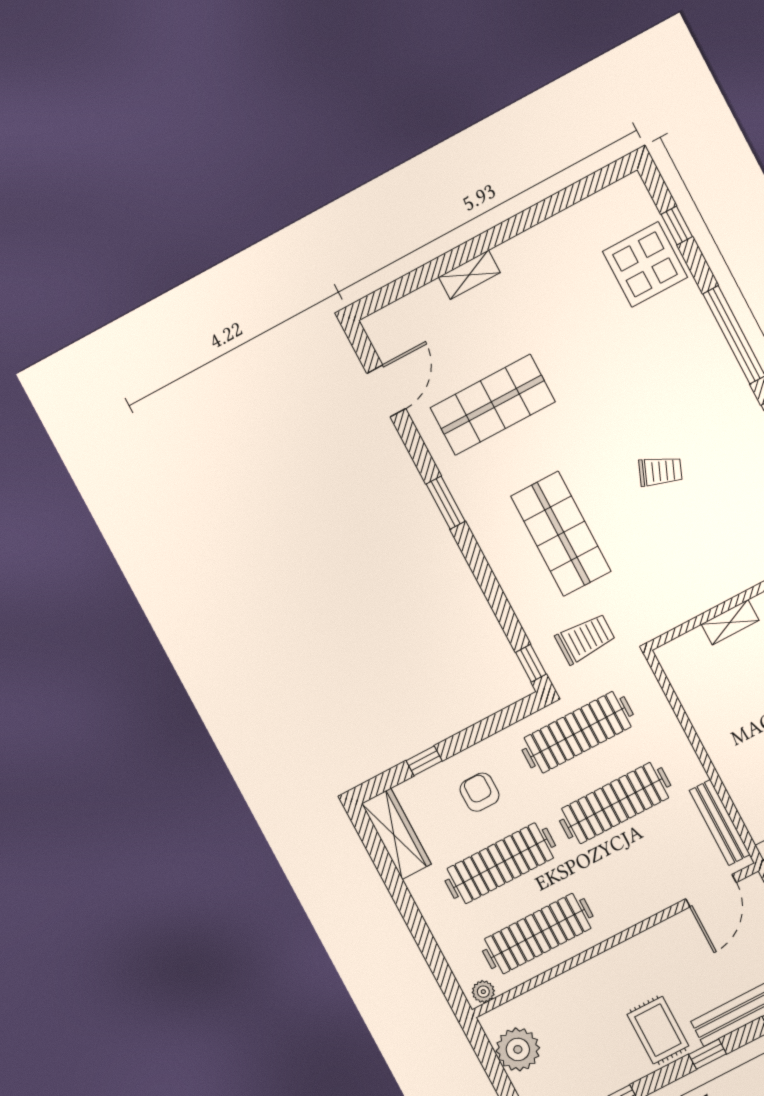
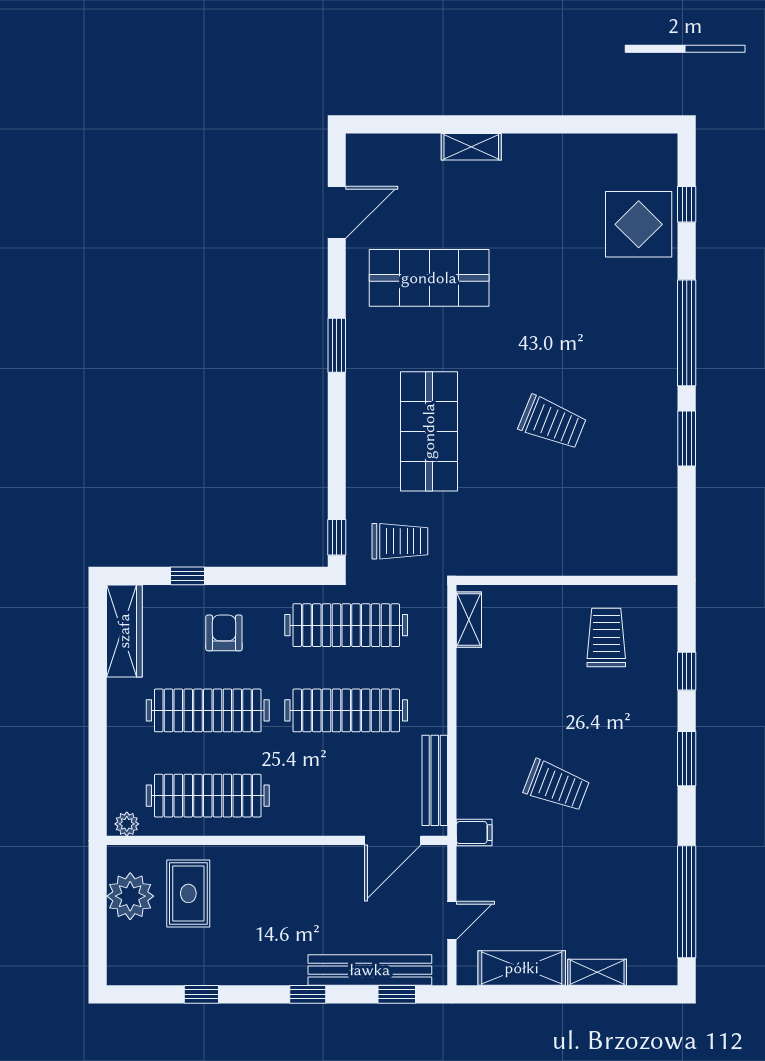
trolley: (660, 471) -> (552, 422), width x1.36, depth x1.39
shelving: (730, 622) -> (469, 620), moved, turned 90
rug: (658, 1030) -> (188, 893), moved

